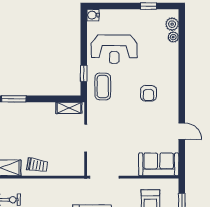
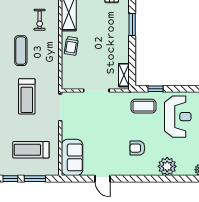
plant: (173, 37) -> (167, 166), moved, width x1.88, depth x1.88
reception desk: (114, 49) -> (178, 117), turned 180
door: (182, 131) -> (103, 179), hinge flipped

